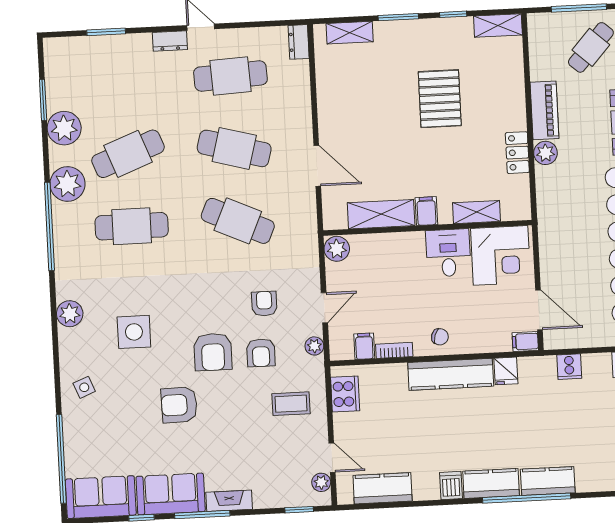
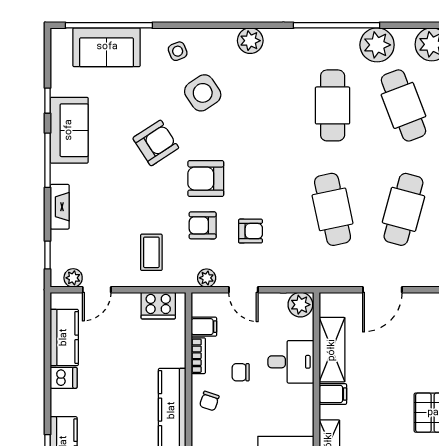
cafe table: (238, 221) -> (333, 209), turned -36
desk: (448, 253) -> (291, 362), moved
chair: (409, 306) -> (241, 372), added
side table: (134, 332) -> (203, 93), moved, turned -34
armchair: (179, 405) -> (156, 143), turned 58
dishwasher: (451, 485) -> (64, 378), moved
sofa: (101, 497) -> (107, 47), moved, turned 90
fireplace: (229, 501) -> (60, 207), moved

